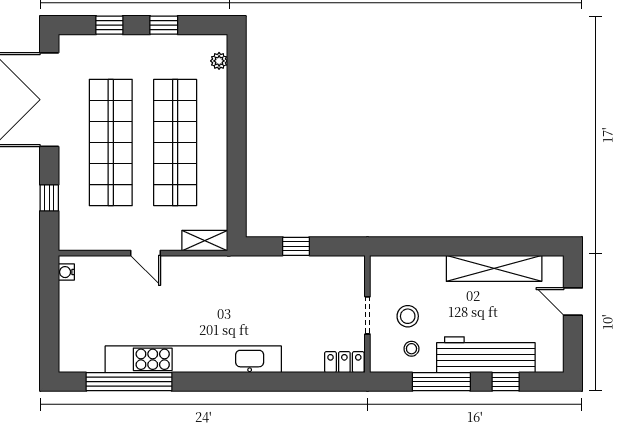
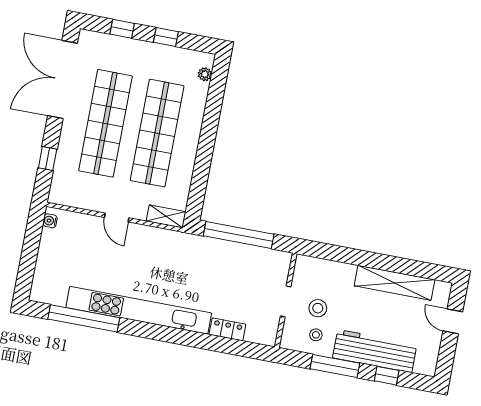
window: (296, 246) -> (239, 235), width x3.17
locker: (344, 362) -> (227, 329), moved

